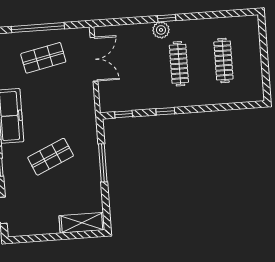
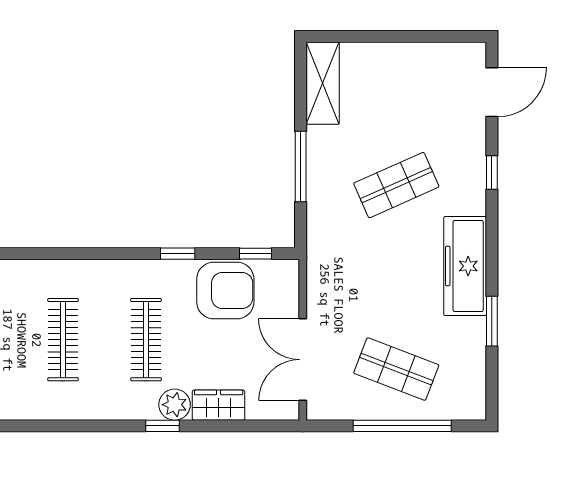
wardrobe: (137, 31) -> (219, 405), added
shop shelf: (43, 58) -> (396, 369), turned 33
armchair: (138, 93) -> (225, 290), added
shelving: (82, 223) -> (323, 83), moved, turned 90

